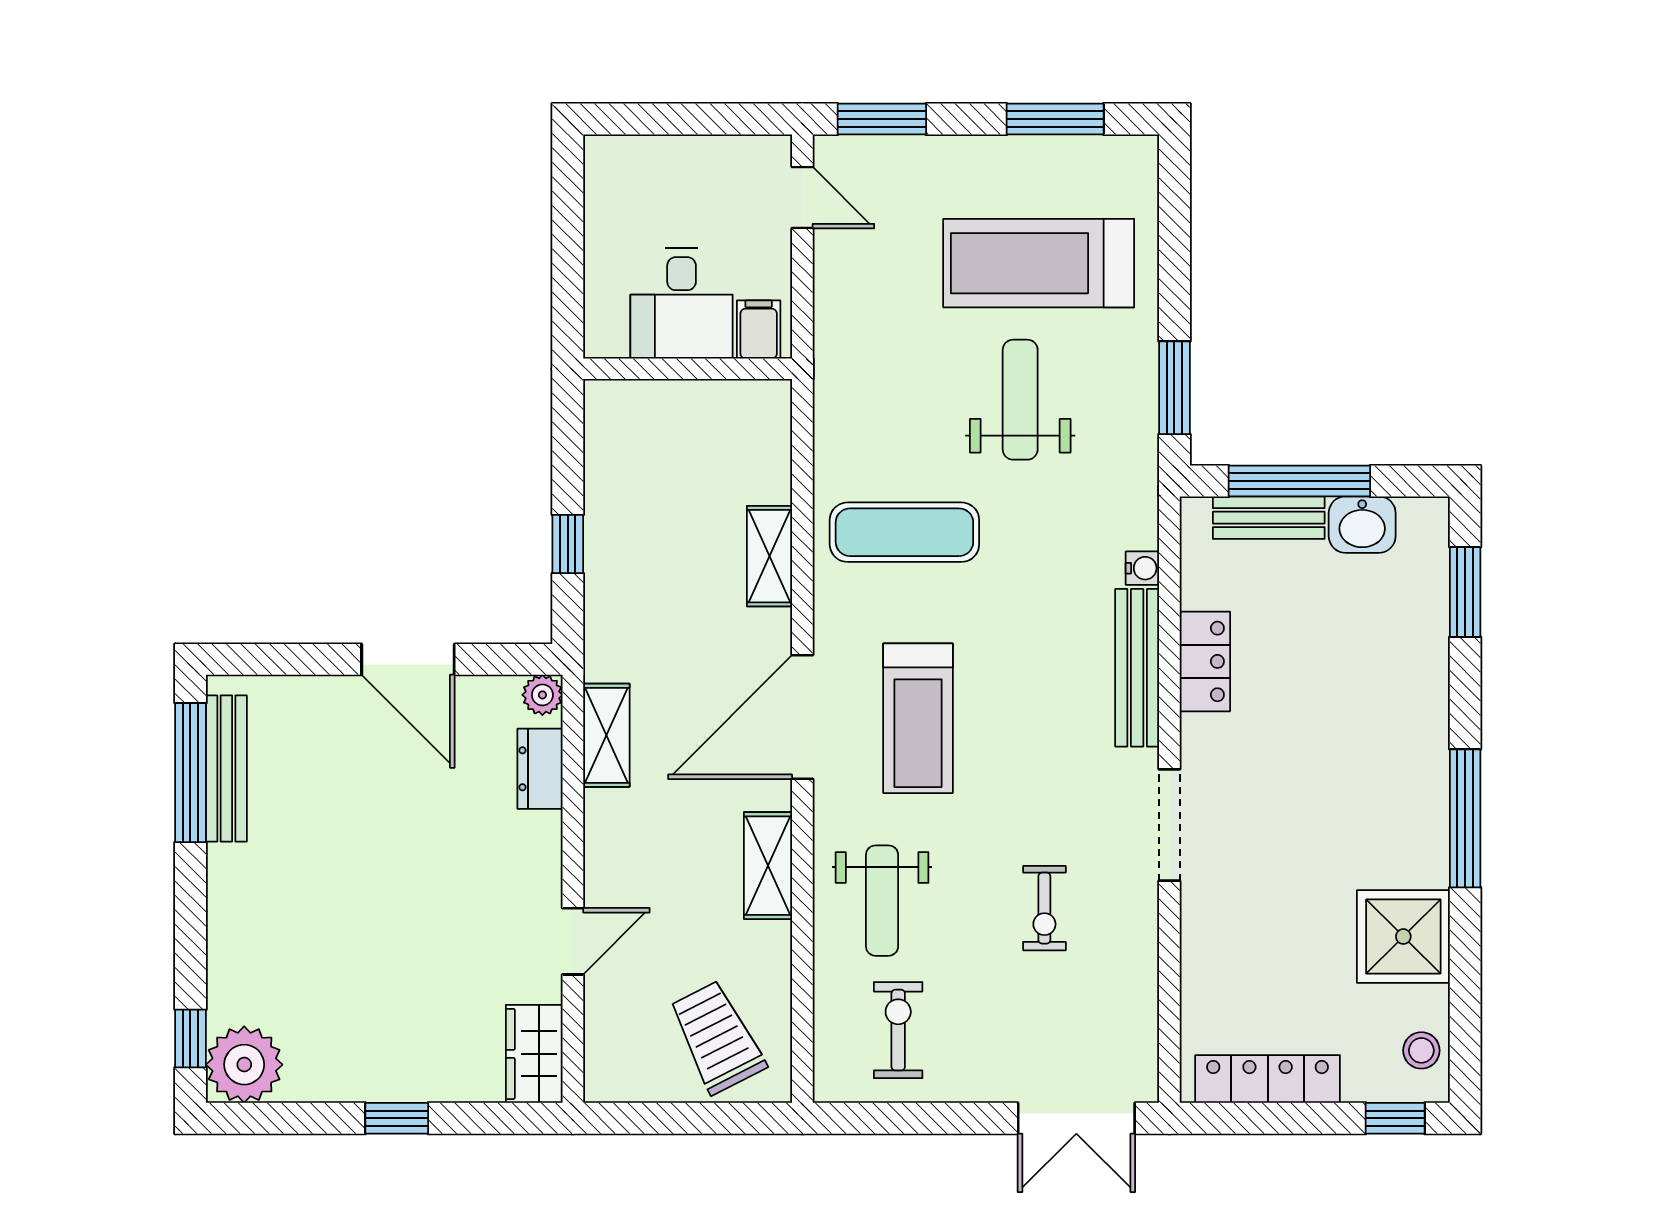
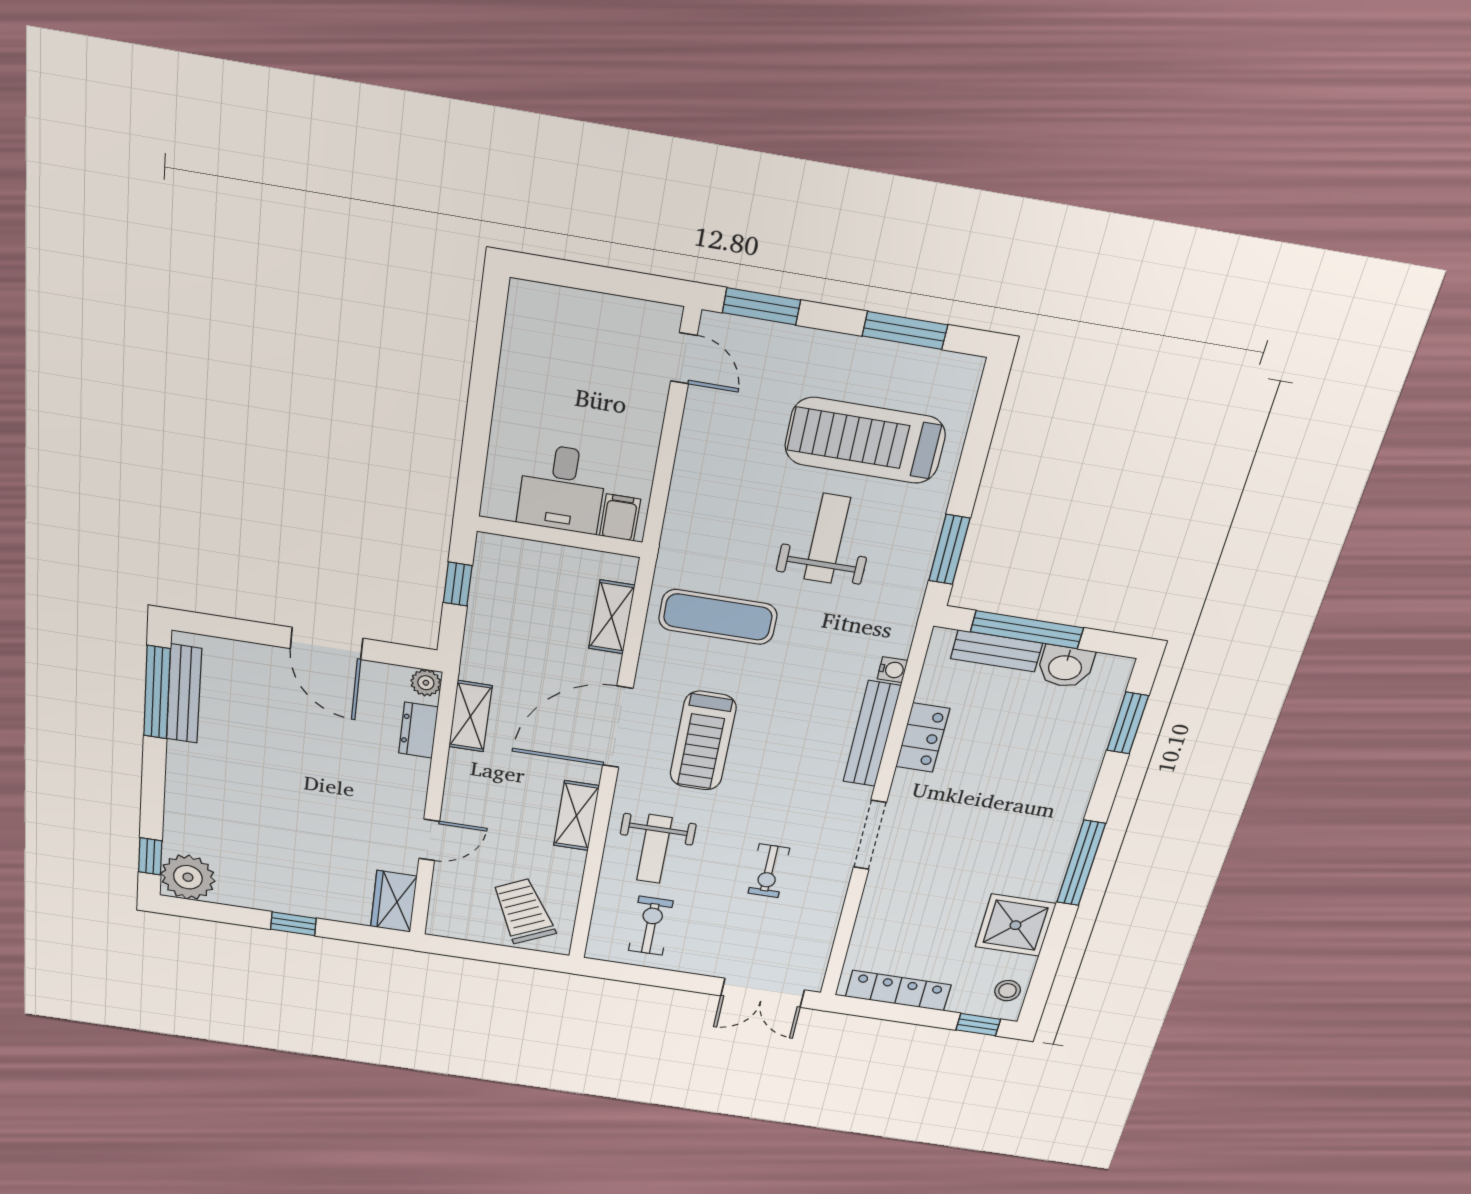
desk: (682, 303) -> (562, 489), moved
filing cabinet: (759, 330) -> (620, 517), moved
wall: (688, 369) -> (560, 537), moved

